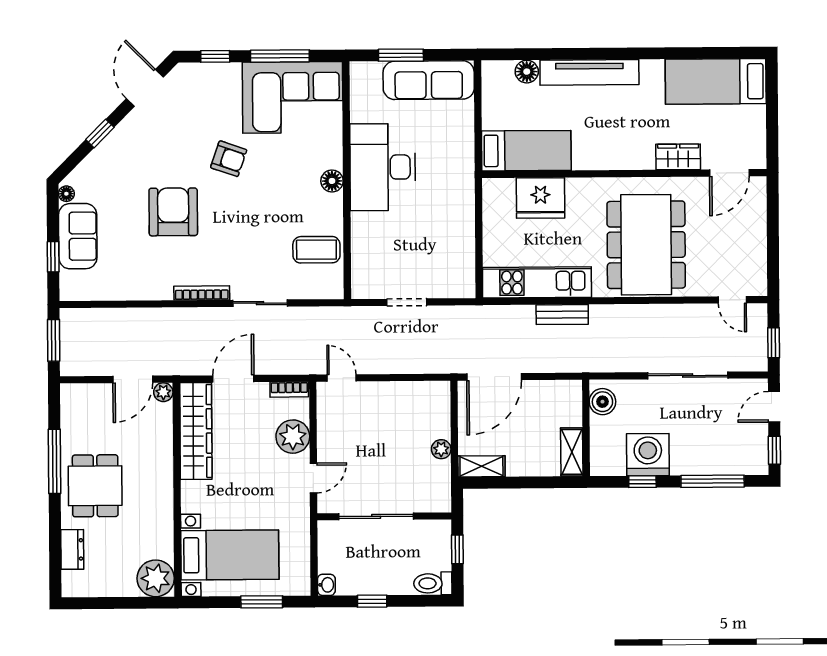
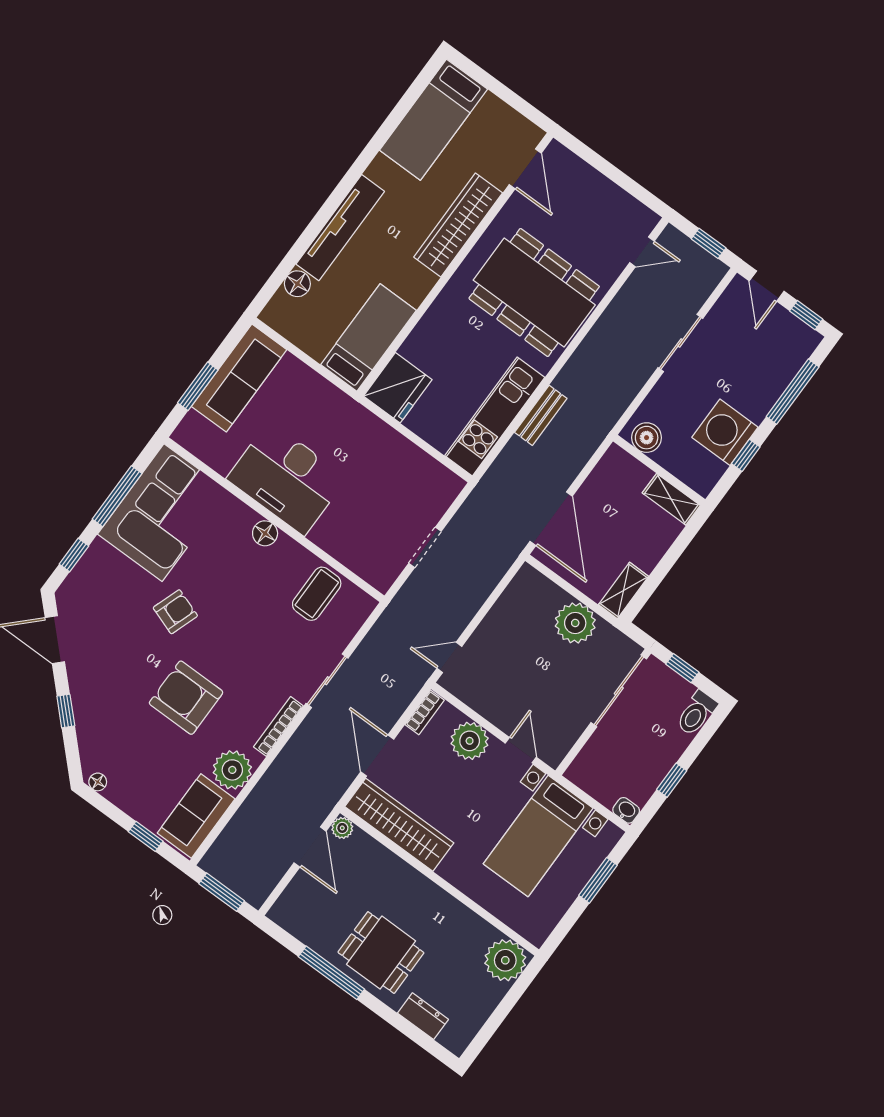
wardrobe: (678, 157) -> (458, 225), width x2.10, depth x1.17
fridge: (540, 198) -> (398, 388), moved
sofa: (78, 236) -> (196, 816), moved, turned -90
plant: (146, 283) -> (232, 770), added
sliding door: (688, 375) -> (680, 343), width x0.73
plant: (441, 449) -> (575, 623), width x1.88, depth x1.88
sliding door: (376, 516) -> (619, 691), moved
bed with nightstands: (230, 555) -> (538, 836), moved, turned 180

